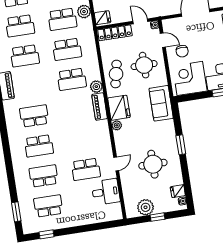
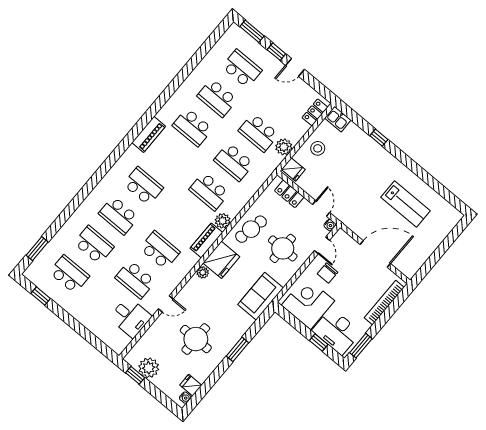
locker: (115, 33) -> (289, 194), width x0.66
school desk: (81, 139) -> (160, 250), added
window: (158, 217) -> (135, 375), moved

